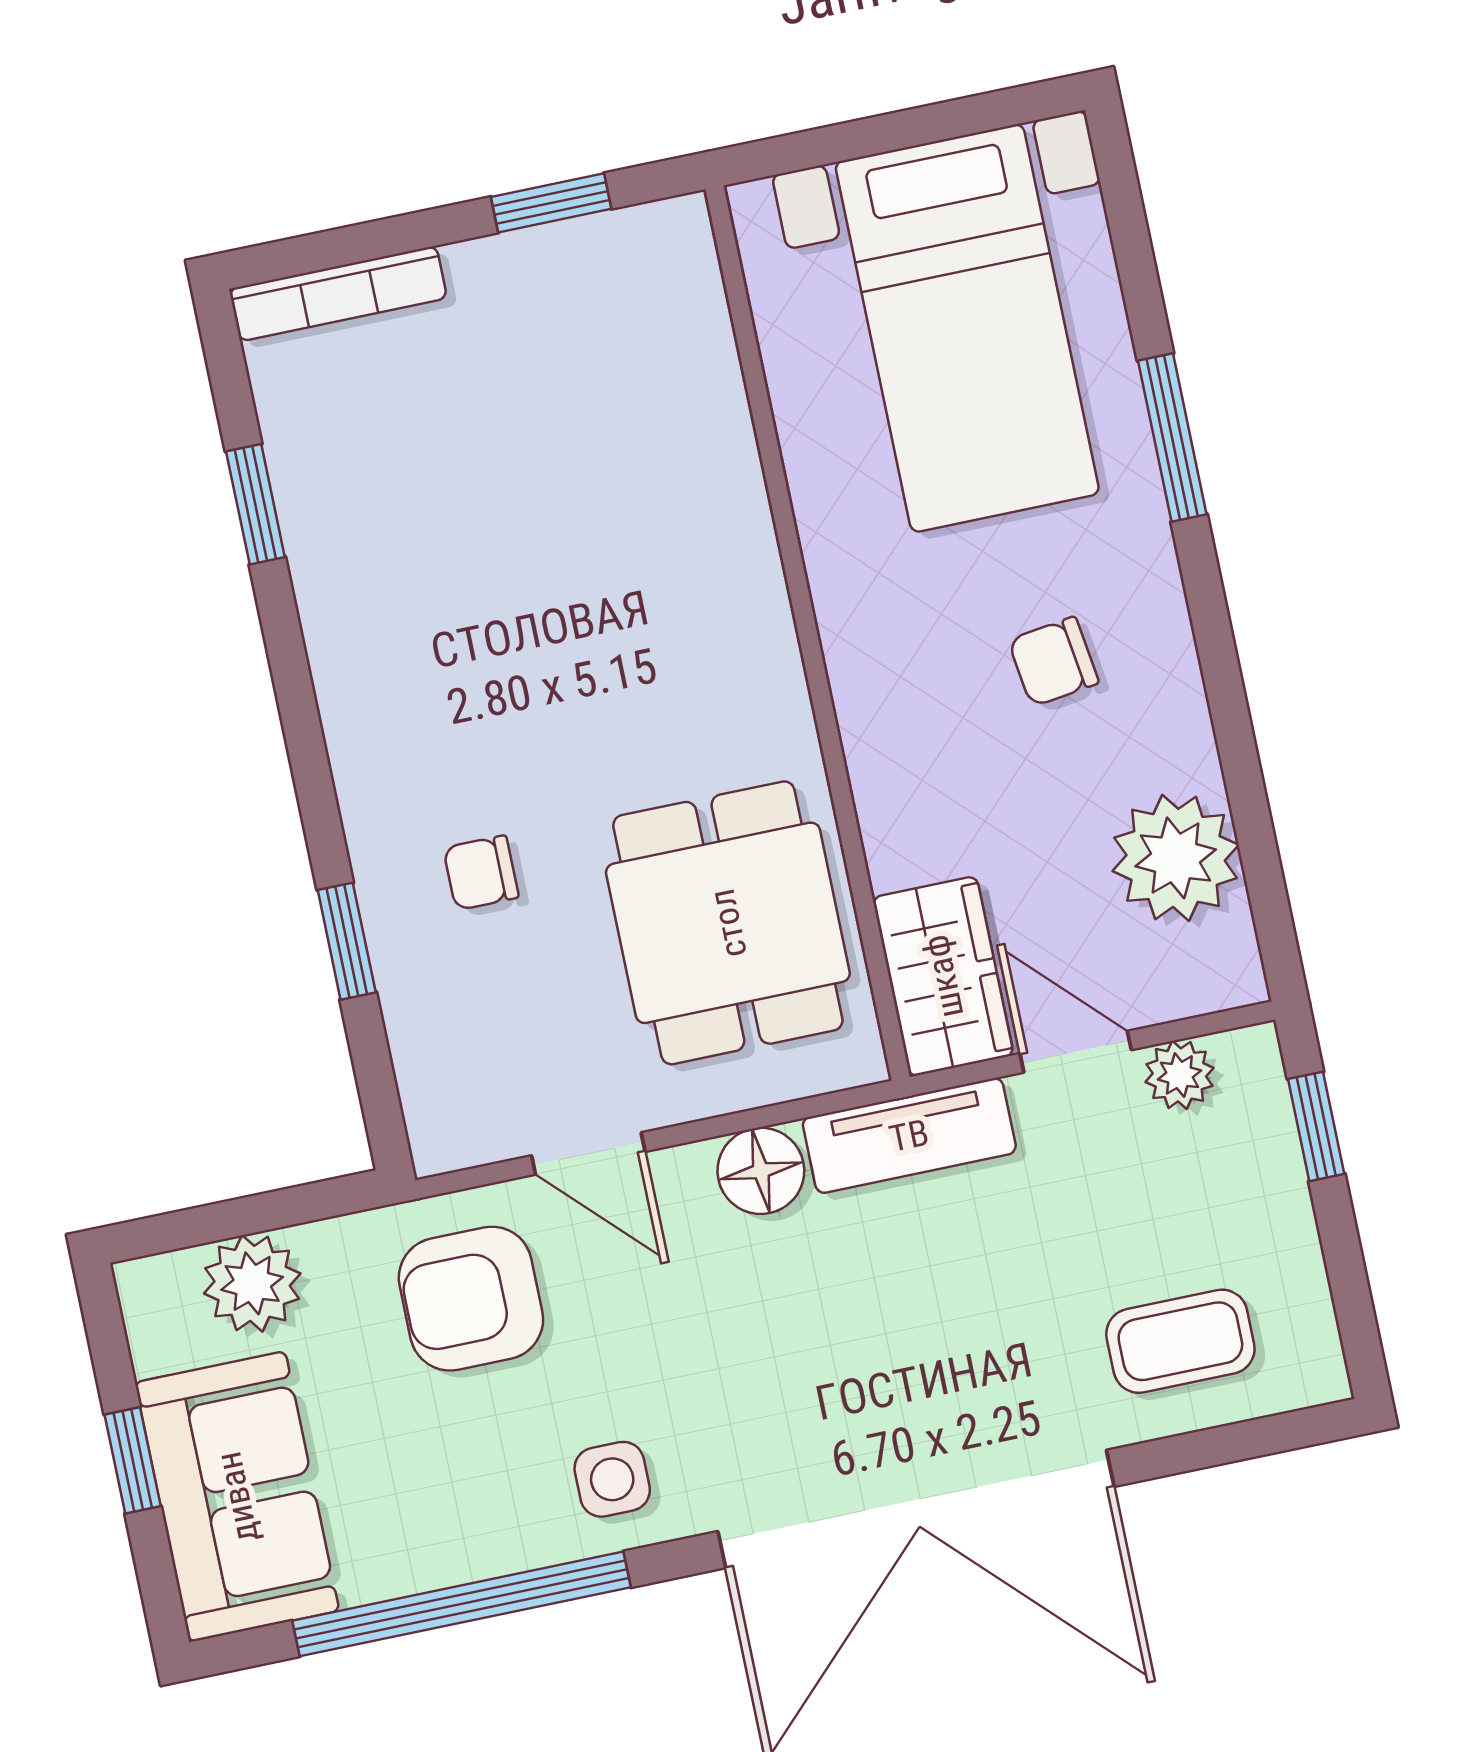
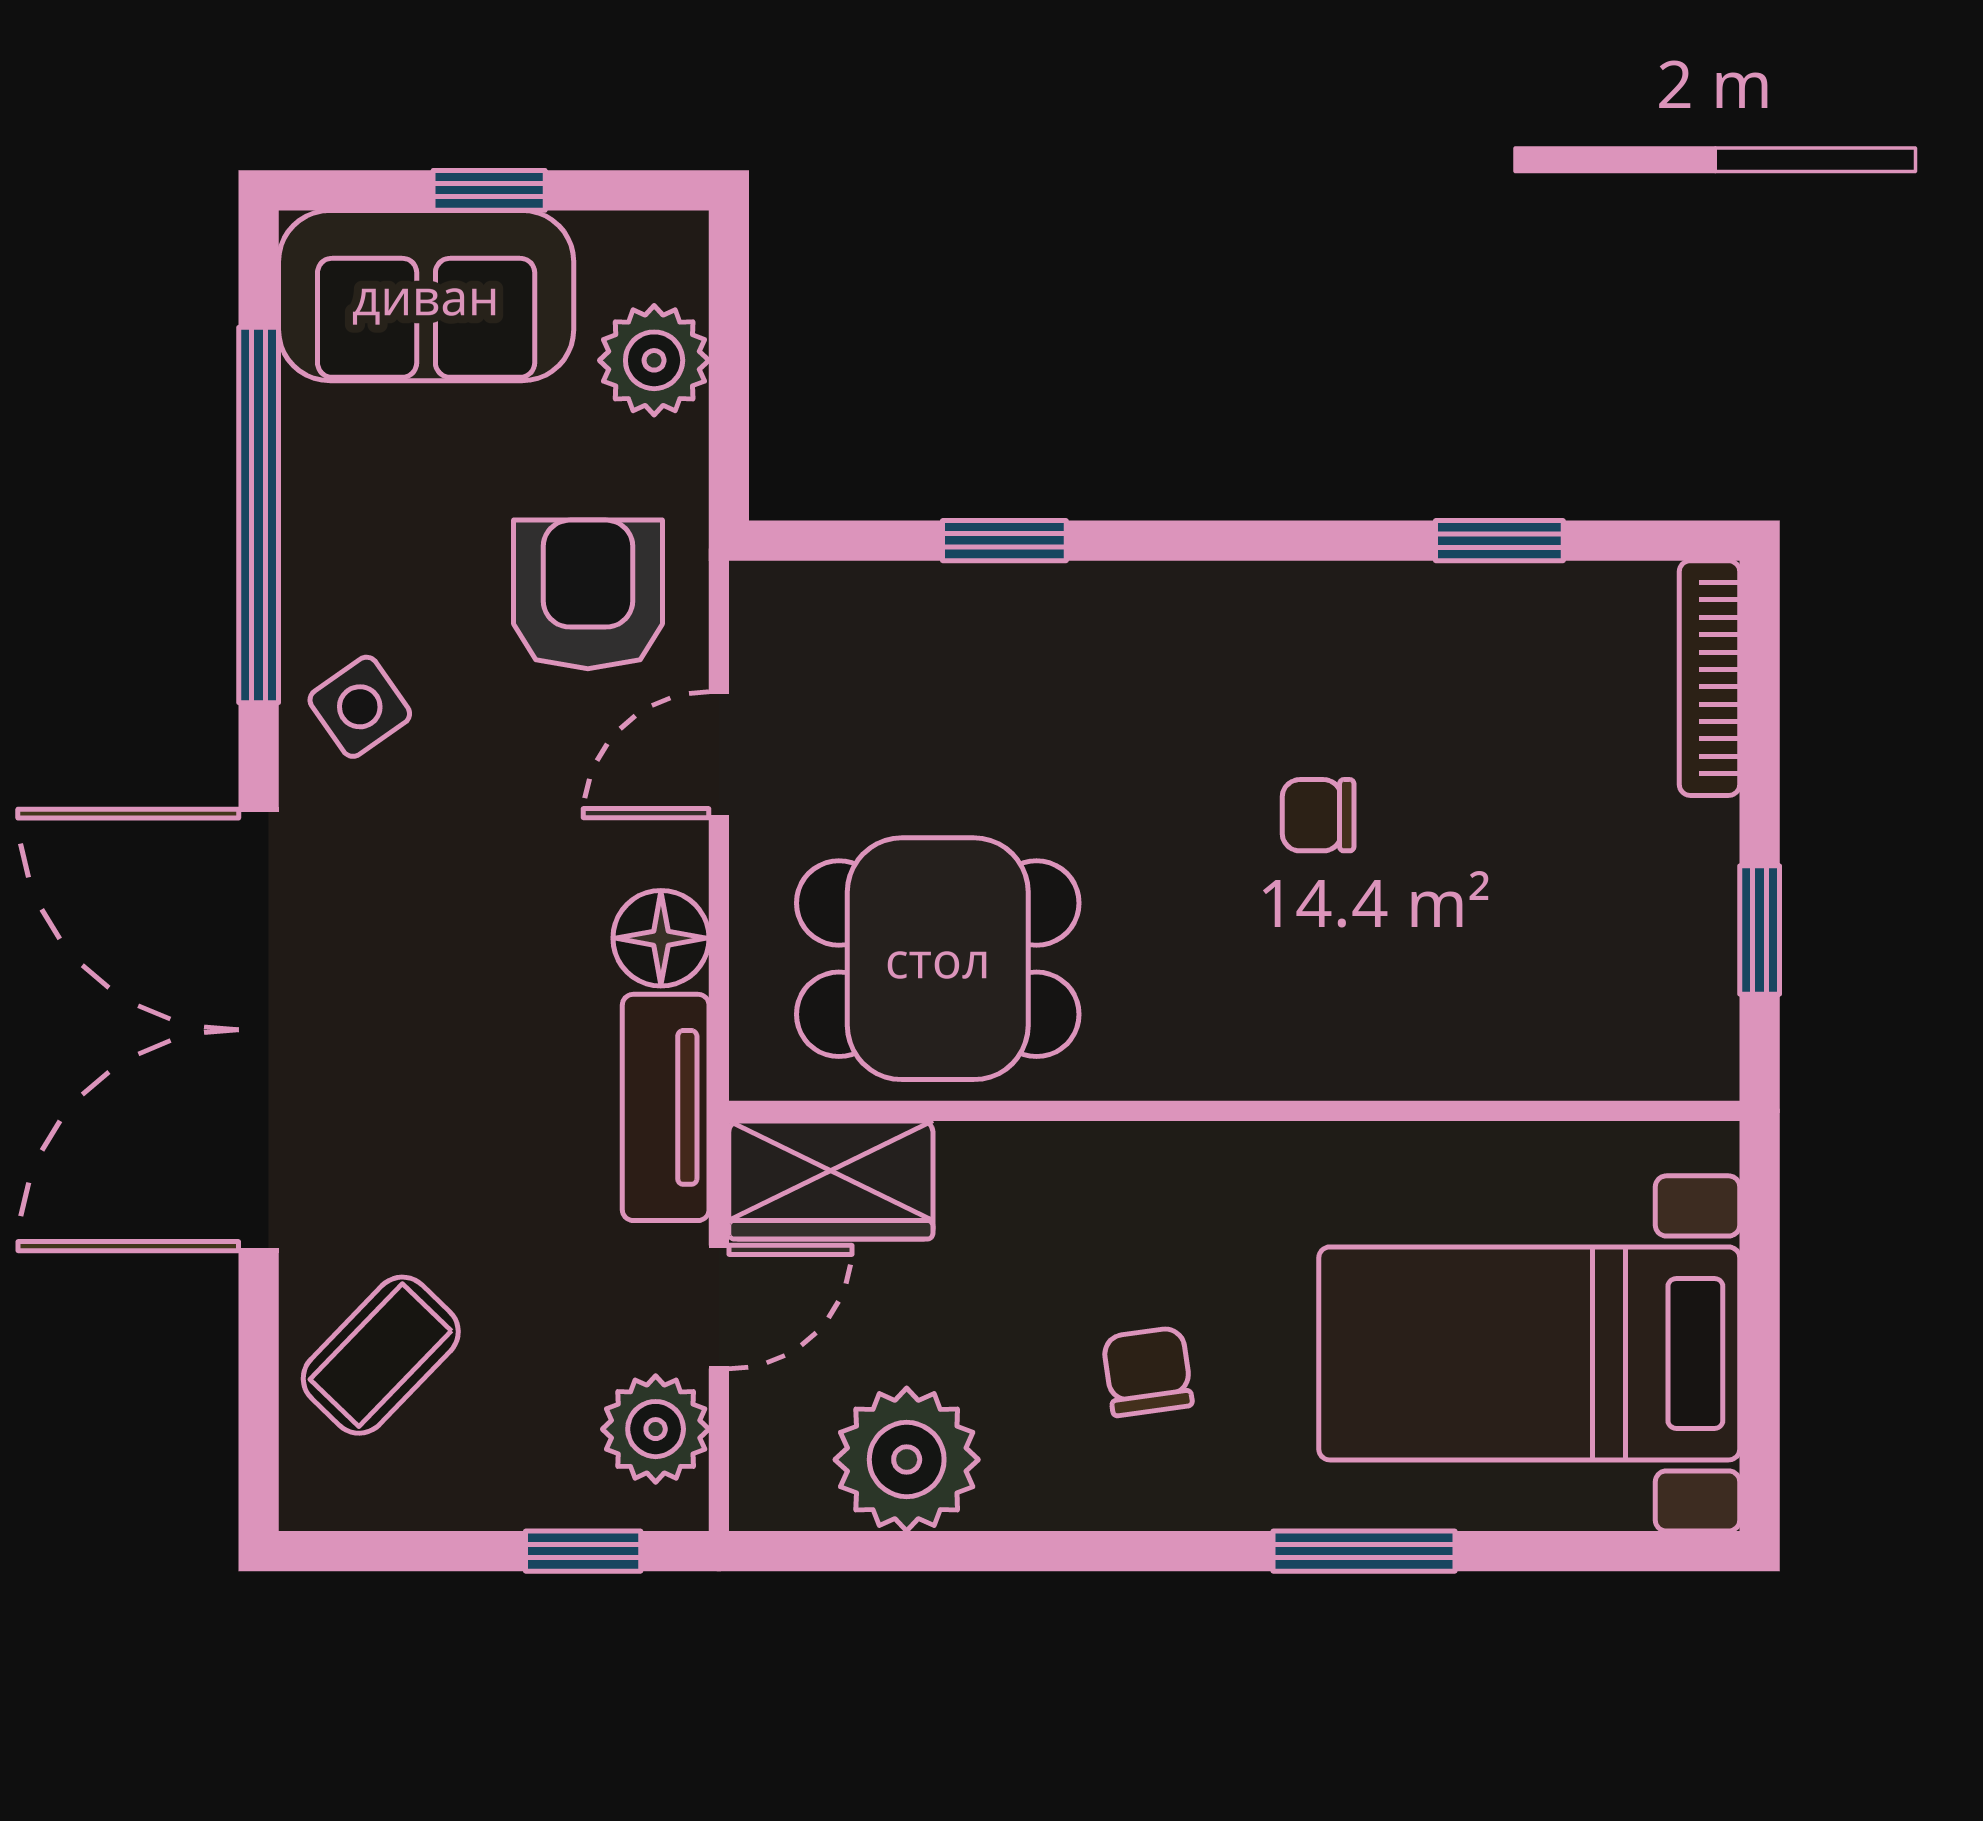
chair: (481, 873) -> (1318, 815), moved, turned -90
plant: (1179, 1075) -> (656, 1429), width x1.38, depth x1.38
coffee table: (1180, 1341) -> (381, 1355), turned 44
side table: (612, 1479) -> (360, 707), turned -35

